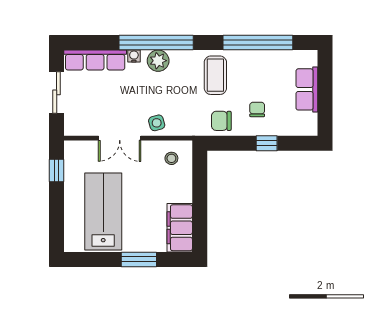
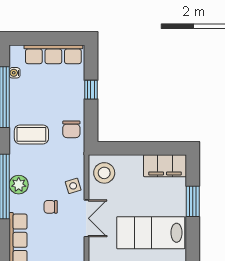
water cooler: (134, 56) -> (15, 73), moved
row of seats: (307, 89) -> (53, 54), width x1.48
chair: (257, 109) -> (51, 207), moved
stool: (171, 158) -> (104, 173), width x1.89, depth x1.89

